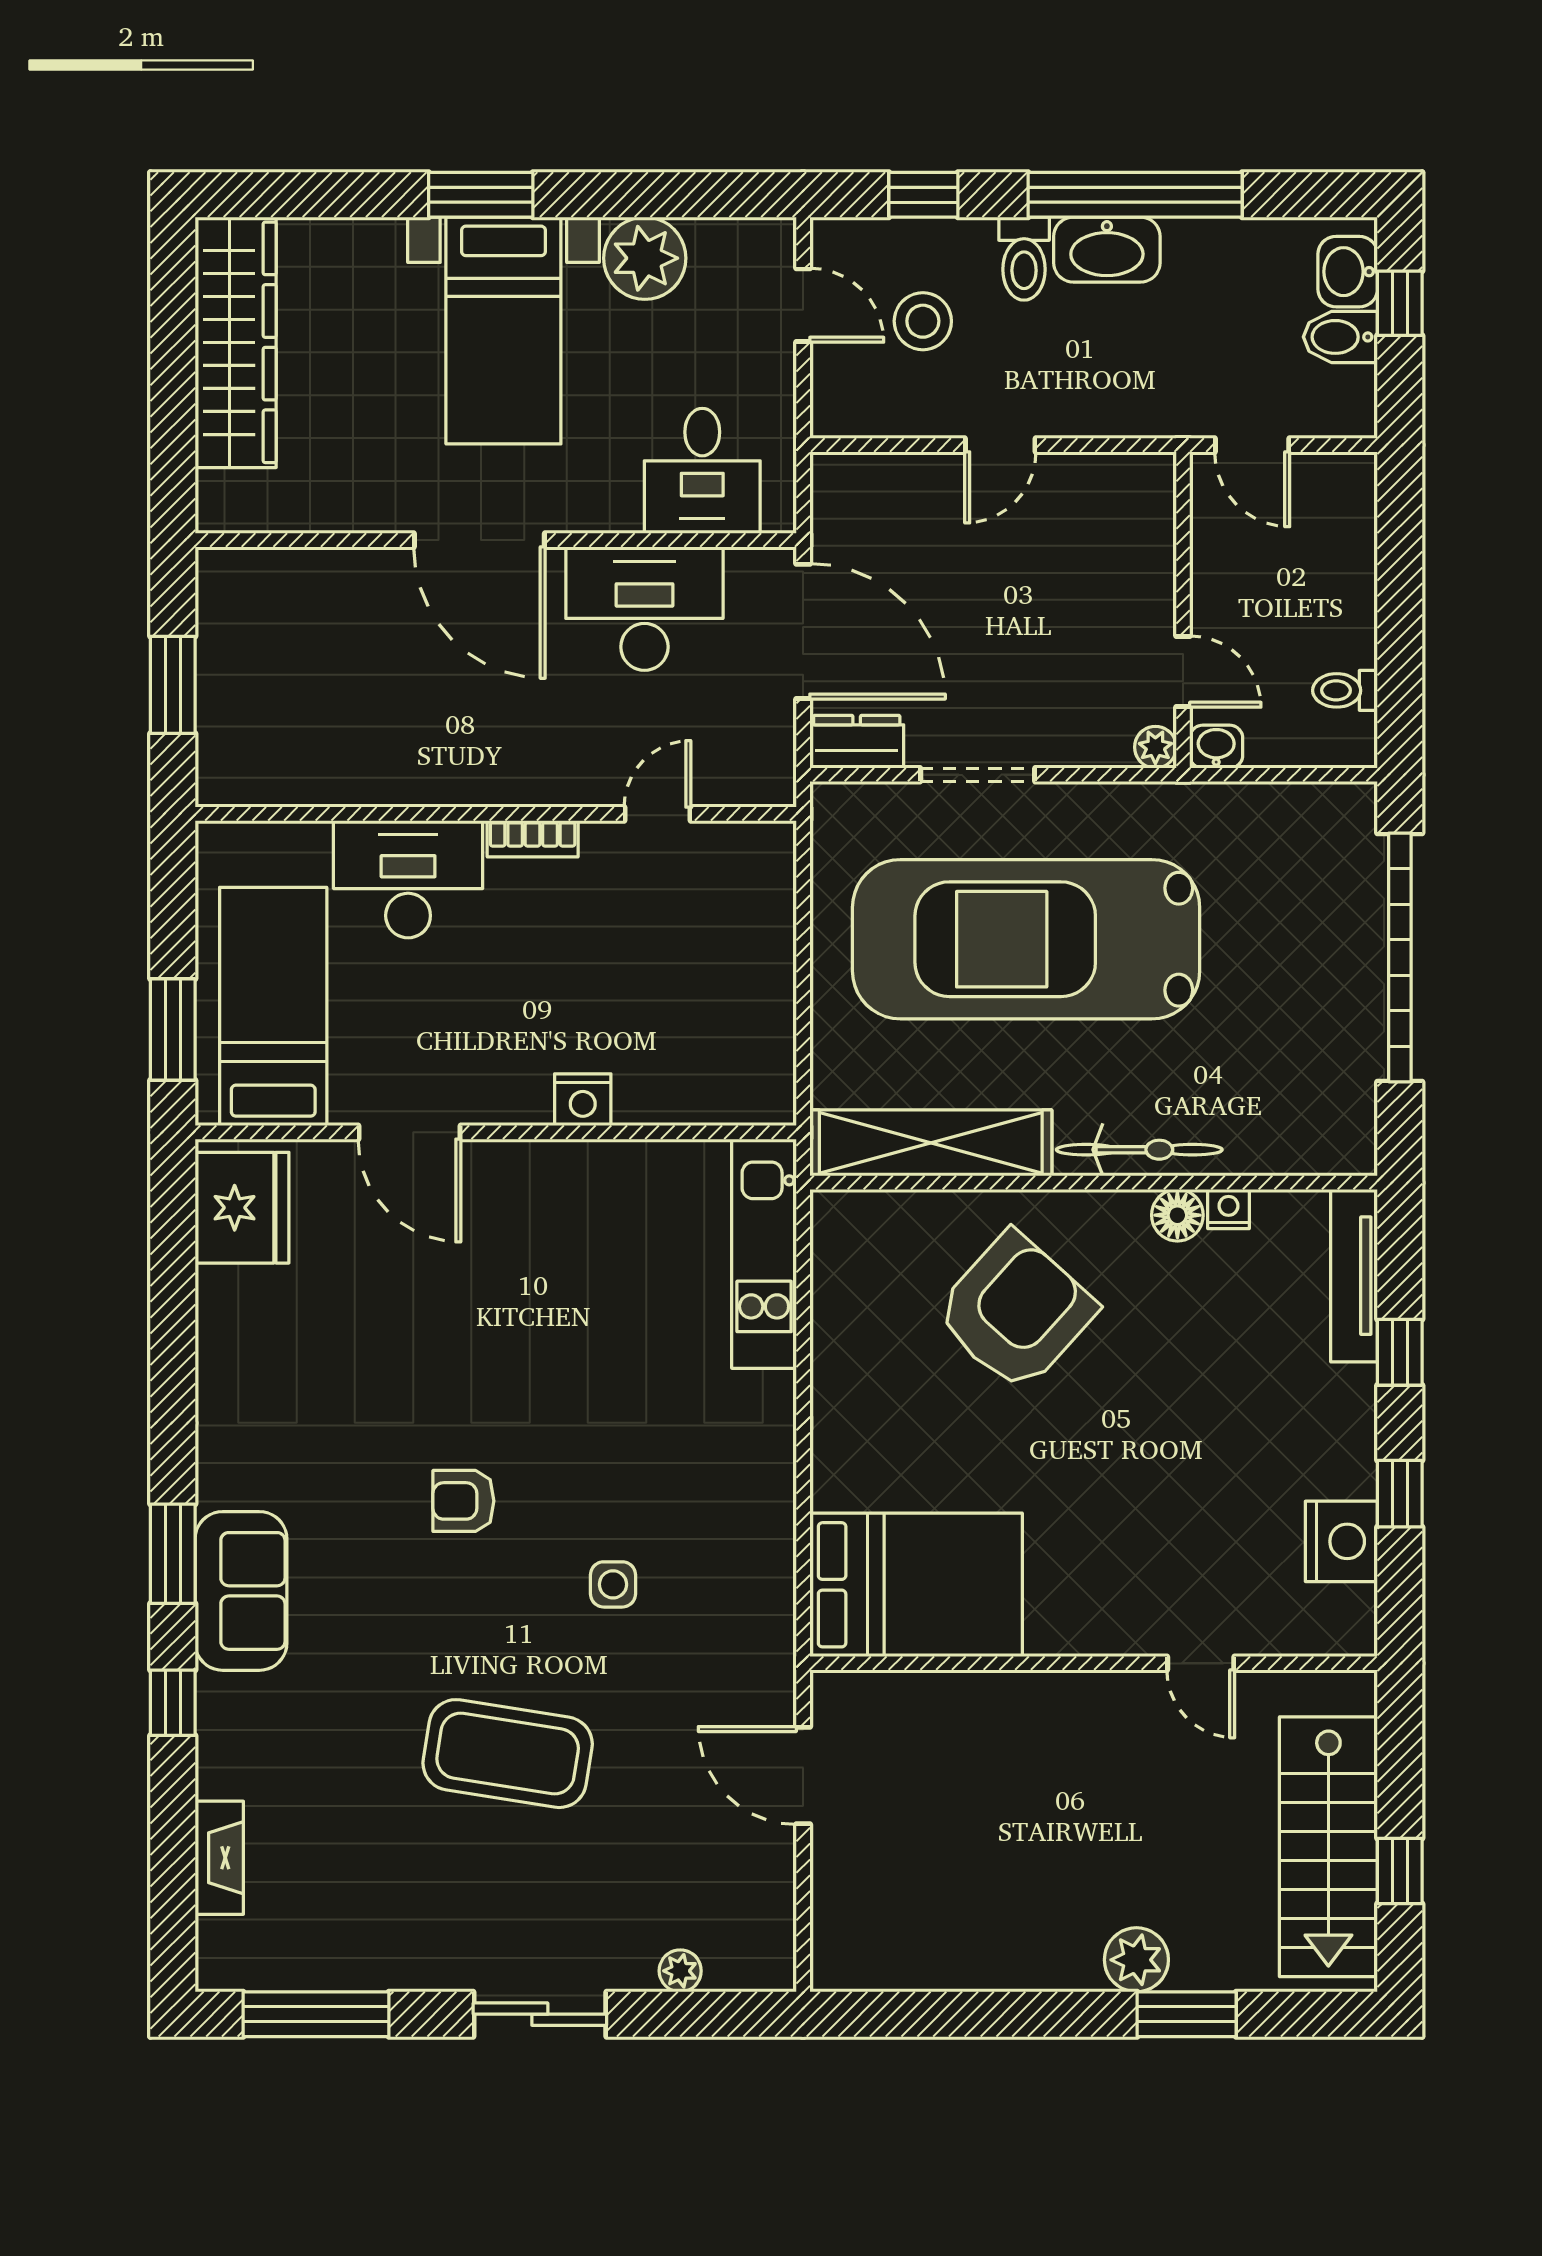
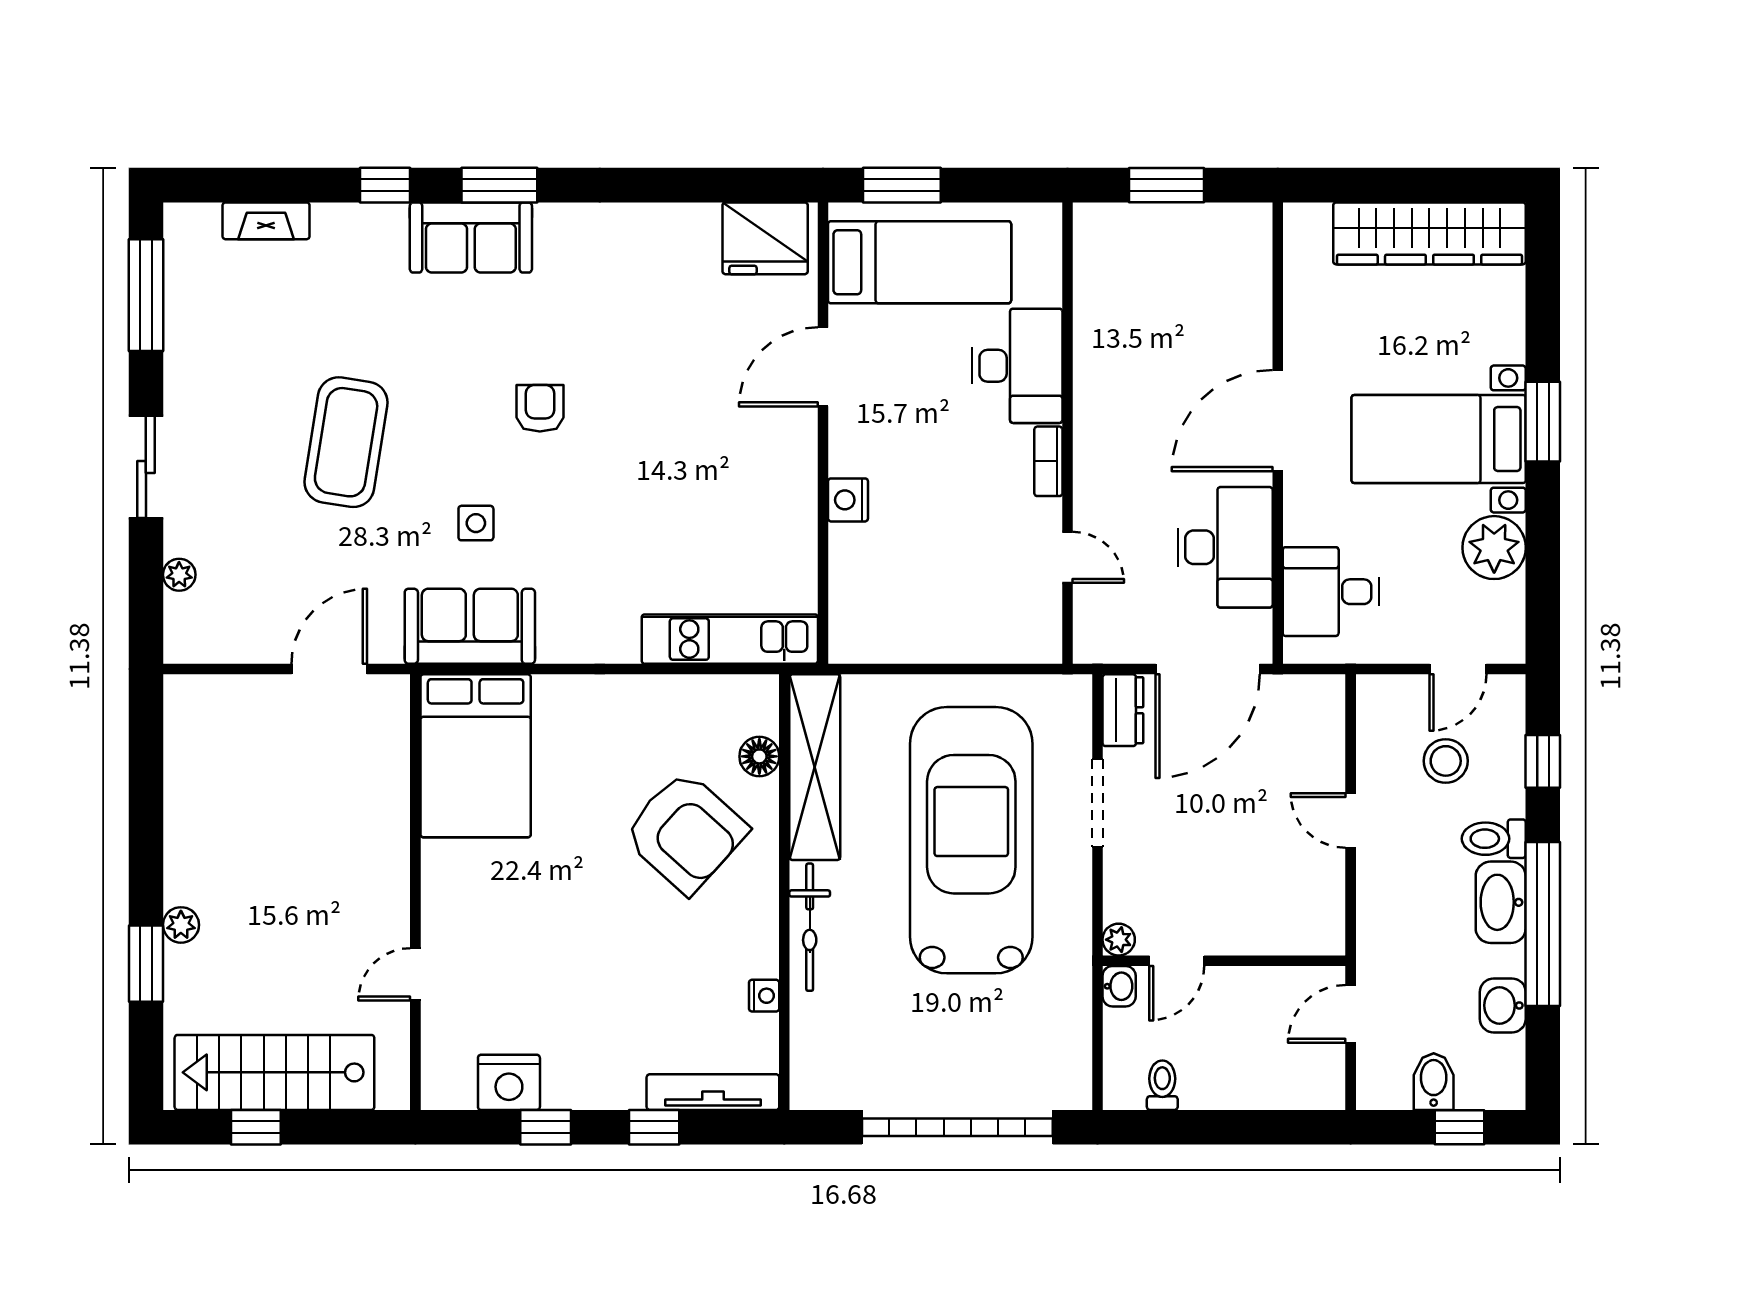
washbasin: (1348, 272) -> (1503, 1005), moved, turned -90
floor lamp: (1177, 1215) -> (759, 756), moved
sofa: (747, 1592) -> (470, 626), added
plant: (1136, 1960) -> (181, 925), width x0.73, depth x0.73

